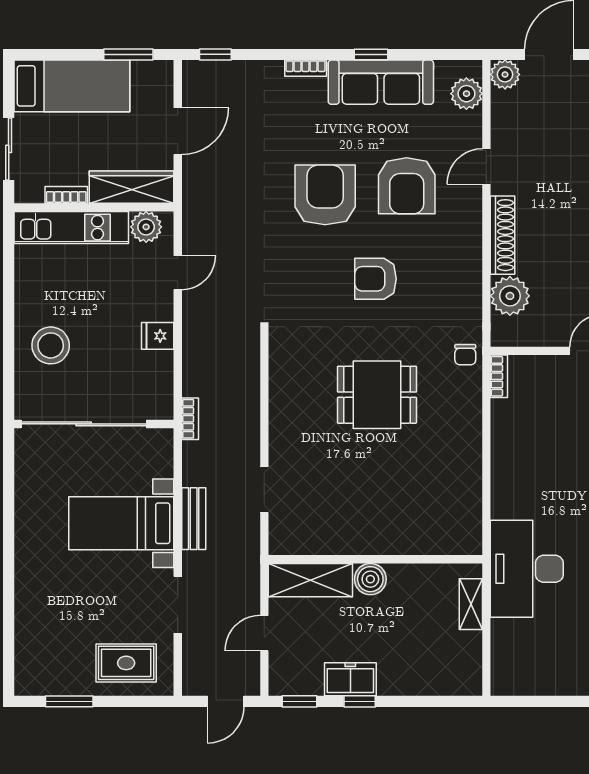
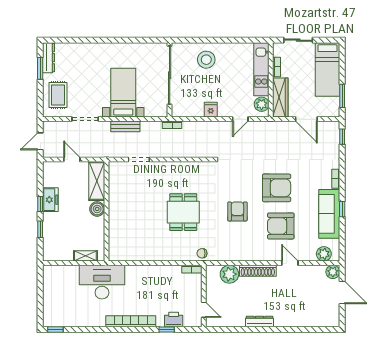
door: (178, 273) -> (240, 119), hinge flipped
dresser: (46, 683) -> (48, 58), added
door: (226, 701) -> (40, 141), hinge flipped
window: (299, 701) -> (40, 229), moved

